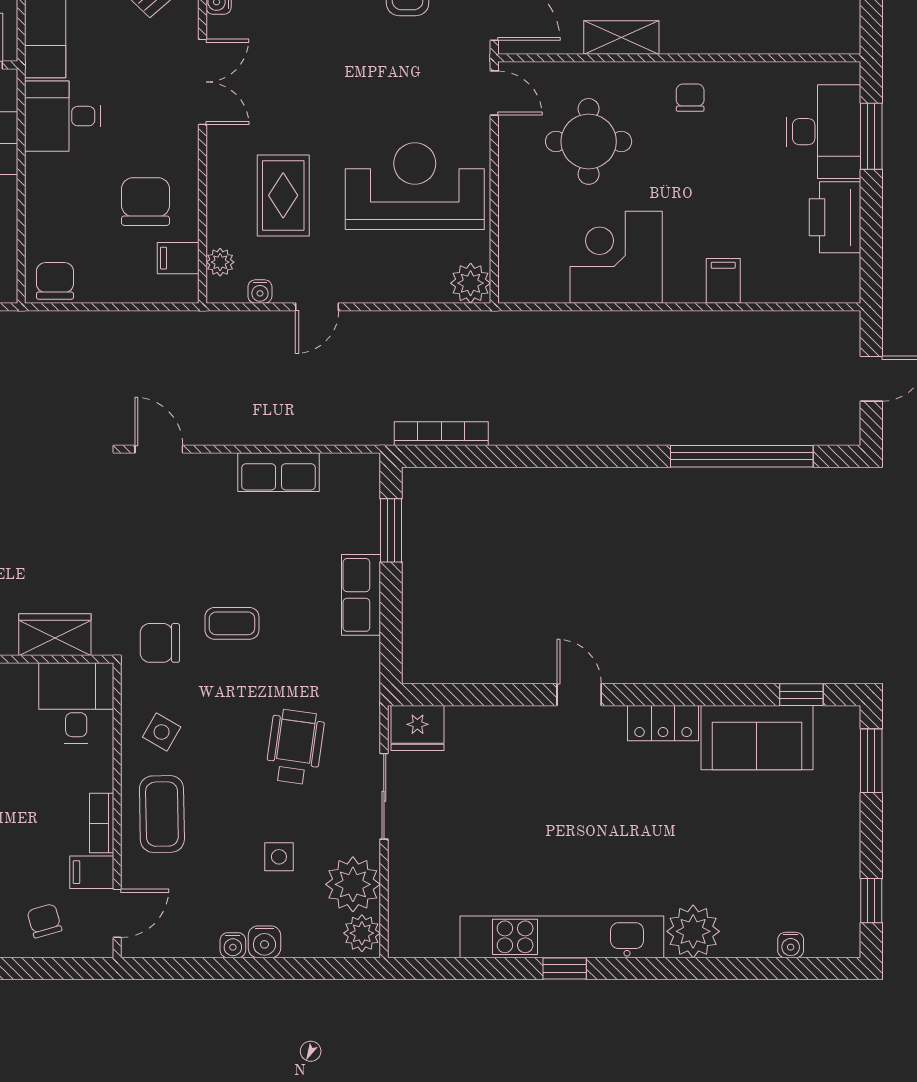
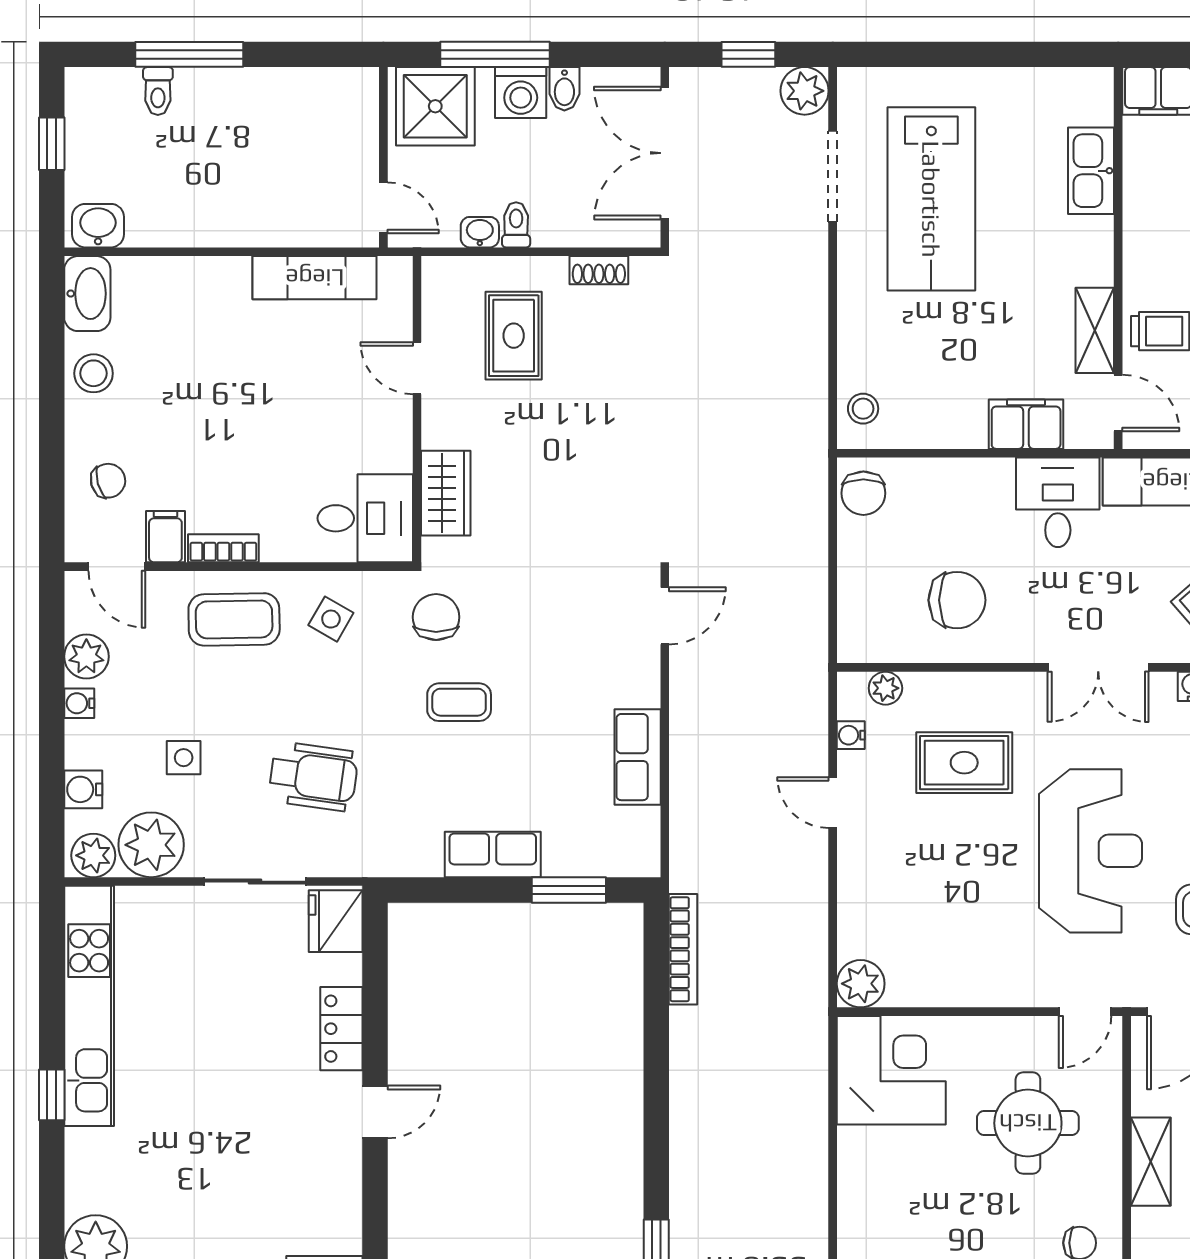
reception desk: (415, 186) -> (1091, 851), moved
corner desk: (616, 257) -> (891, 1070), moved
filing cabinet: (178, 258) -> (890, 639), removed
chair: (55, 281) -> (863, 493), turned 90
coffee table: (232, 623) -> (459, 702), turned 90
locker: (663, 723) -> (341, 1029), moved
kitchen unit: (562, 937) -> (89, 1006), moved
plant: (193, 939) -> (86, 657), added
water cooler: (264, 942) -> (83, 789), moved

